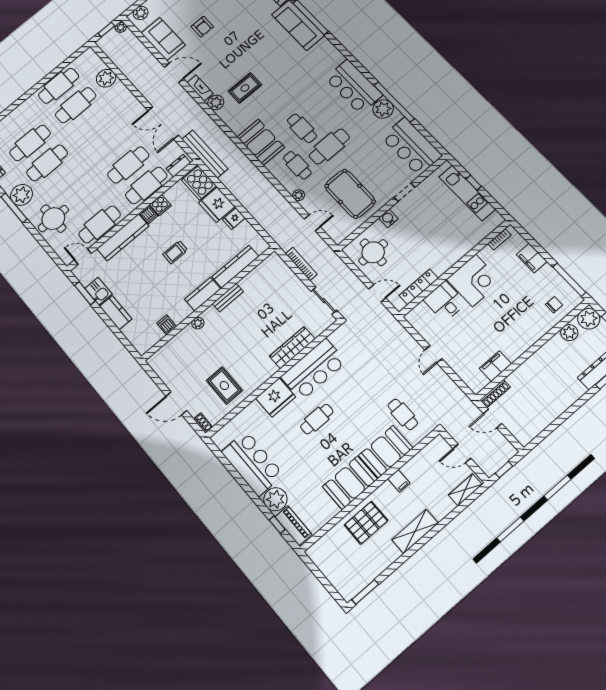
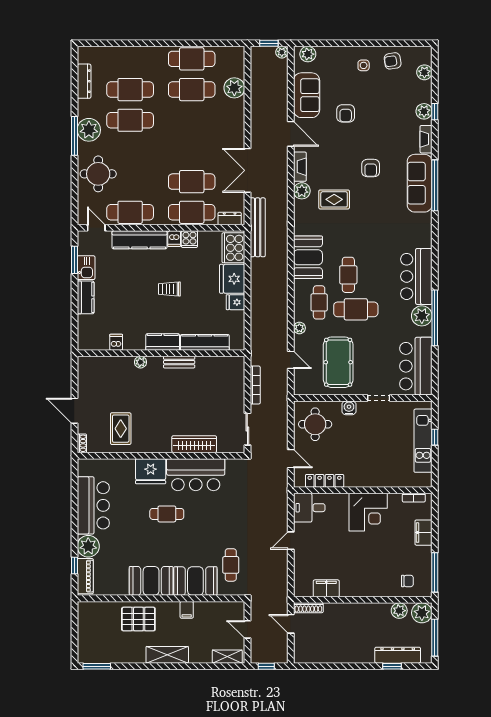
armchair: (253, 45) -> (371, 168), added
desk: (445, 301) -> (309, 508), moved, turned -90

